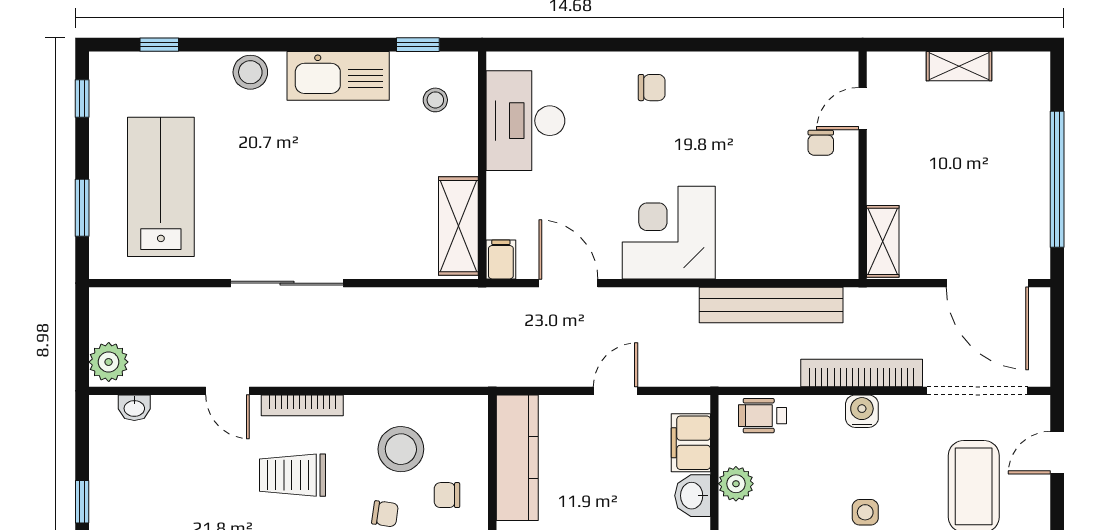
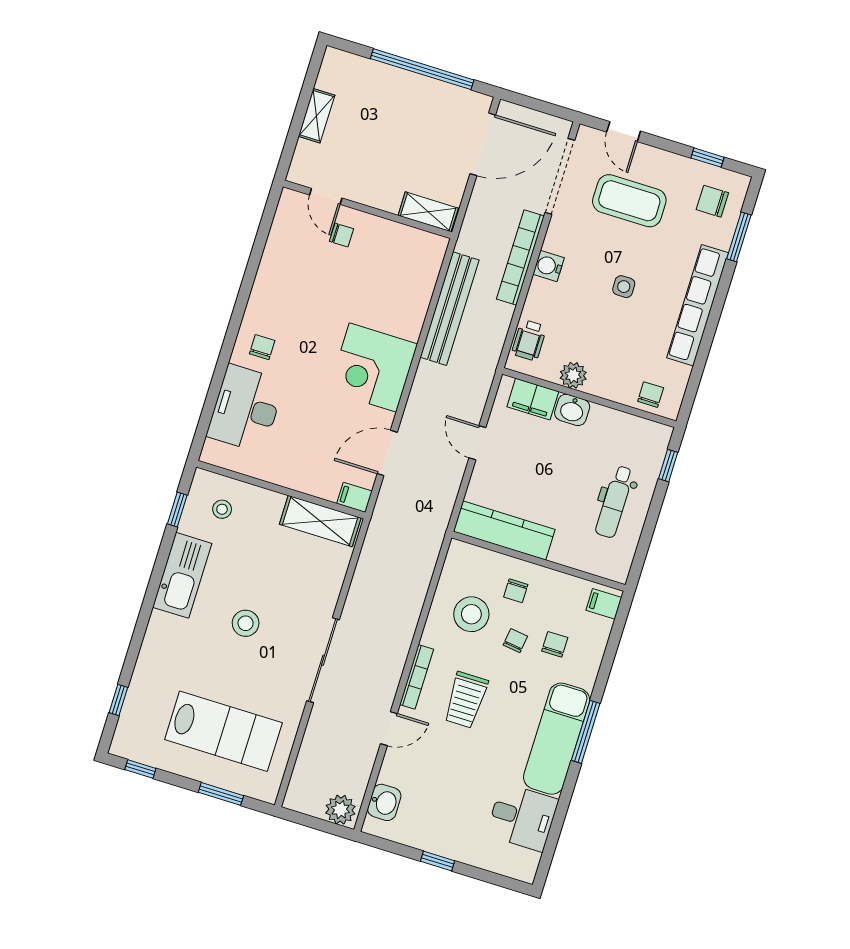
stool: (250, 72) -> (246, 623), moved
desk: (525, 121) -> (246, 409), moved, turned 90
lab bench: (161, 187) -> (223, 731), turned 180
washbasin: (134, 408) -> (384, 802), width x1.38, depth x1.45

